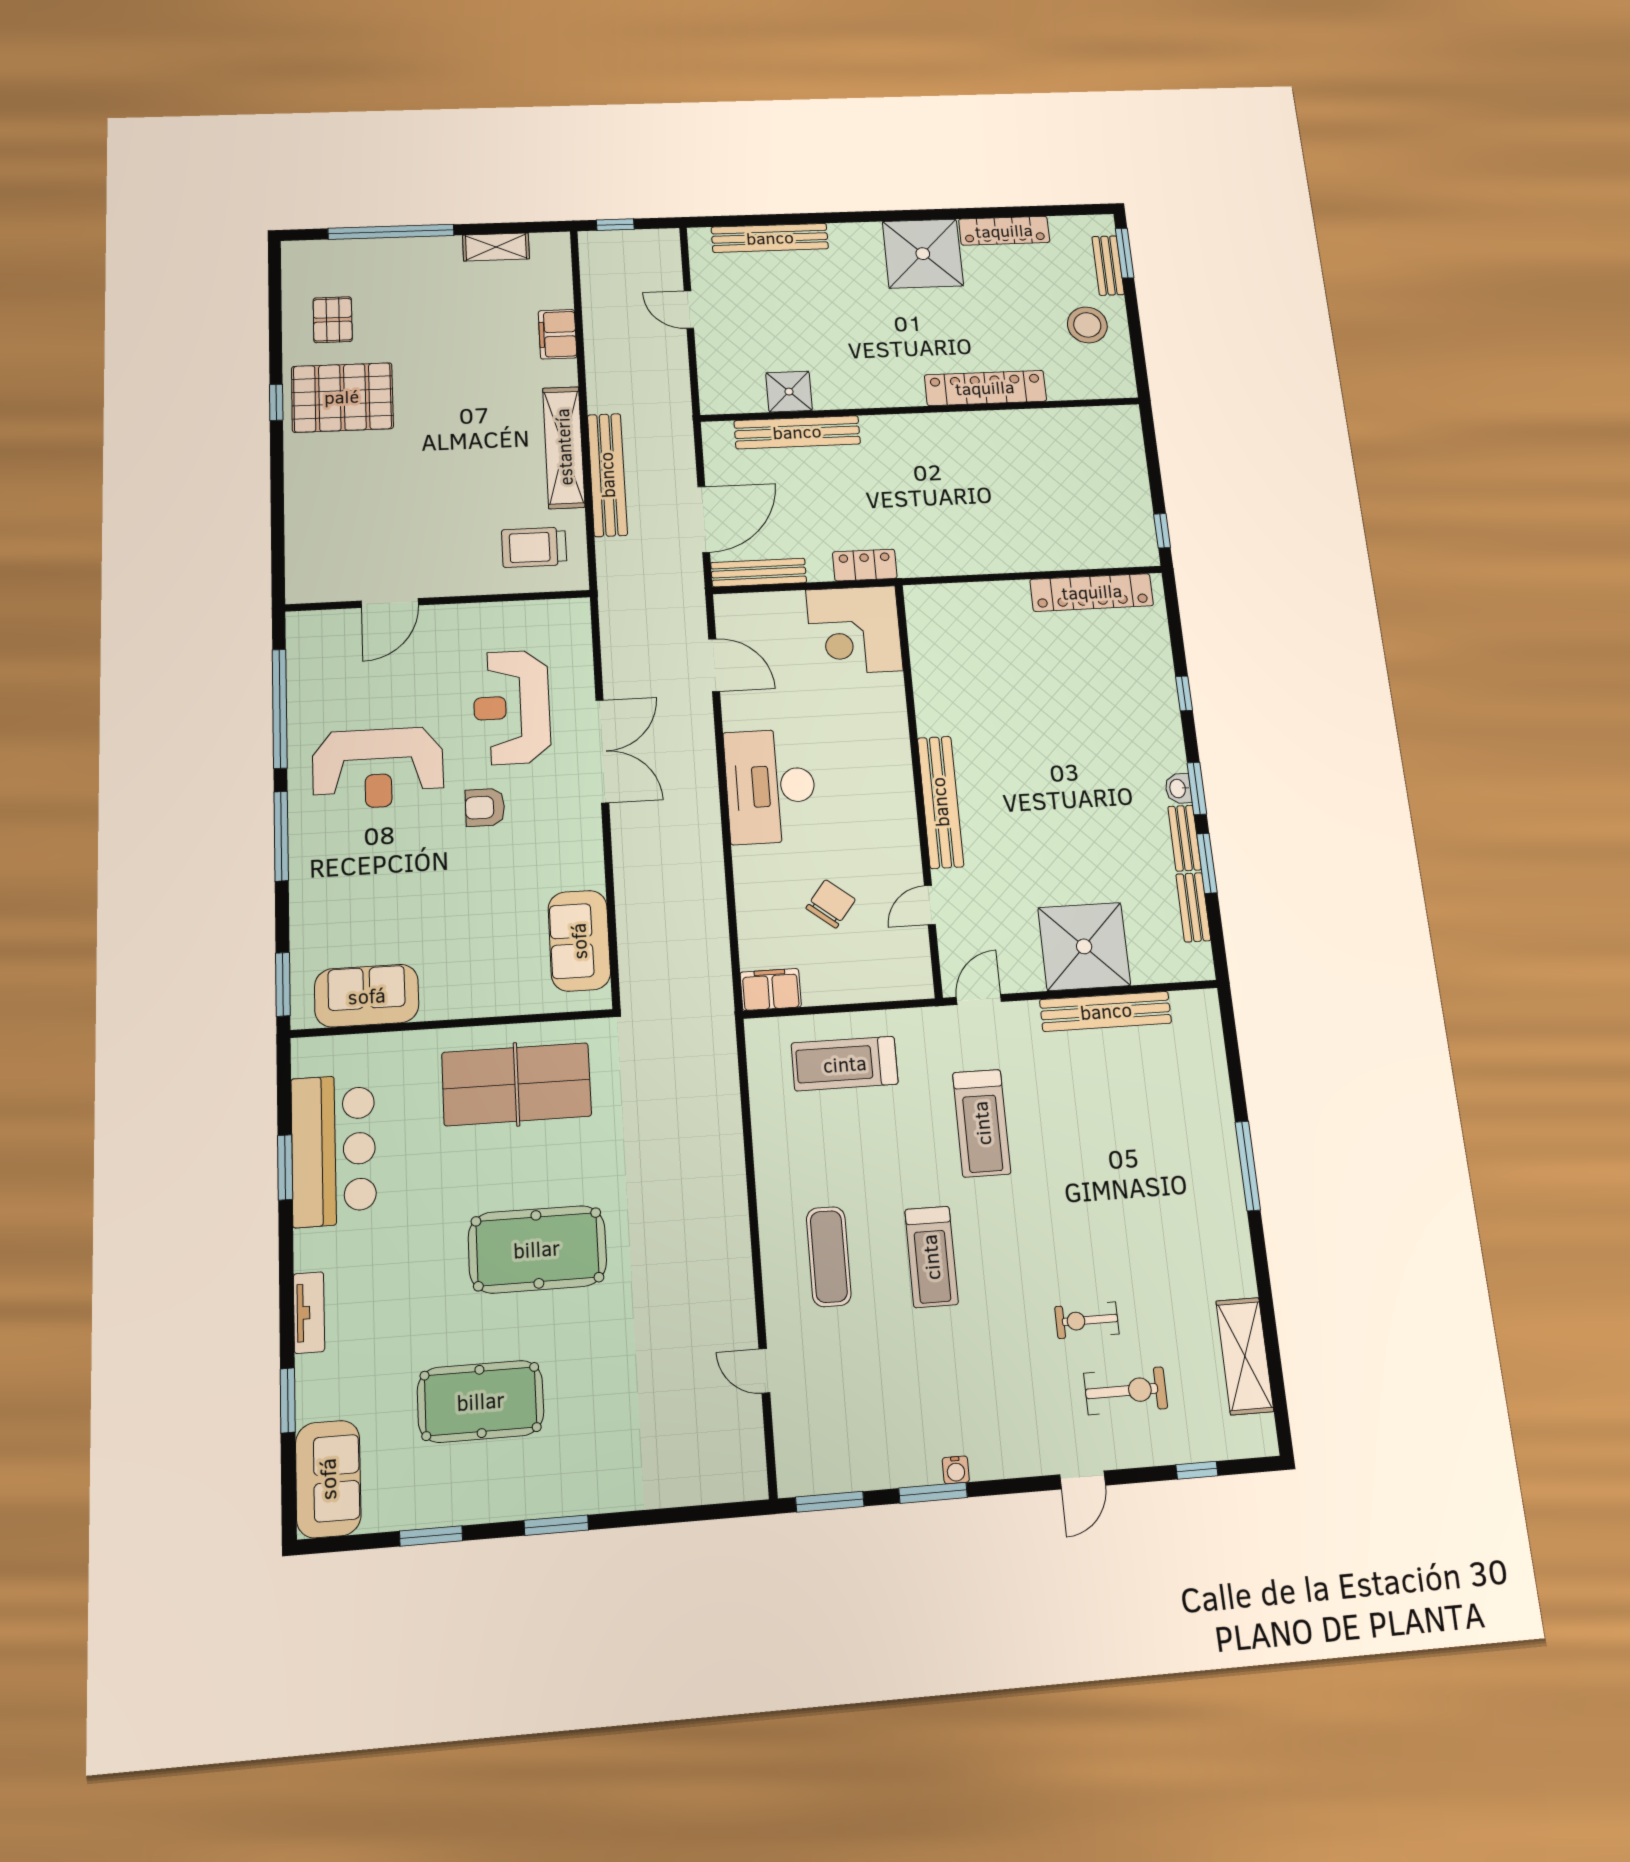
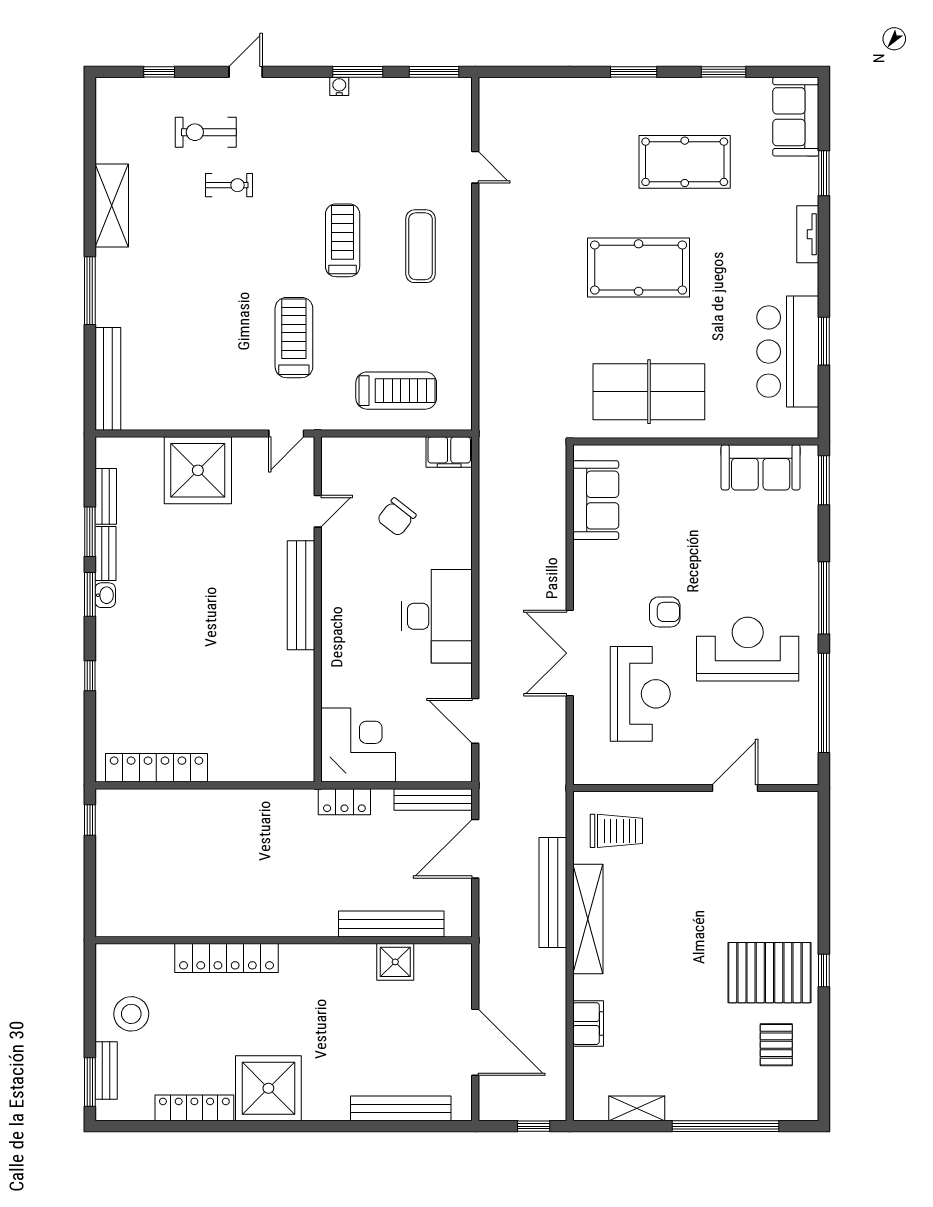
door: (689, 310) -> (475, 1042), width x1.88
bench: (1106, 1011) -> (108, 379), moved, turned 90
shelving: (1245, 1356) -> (112, 205), moved

